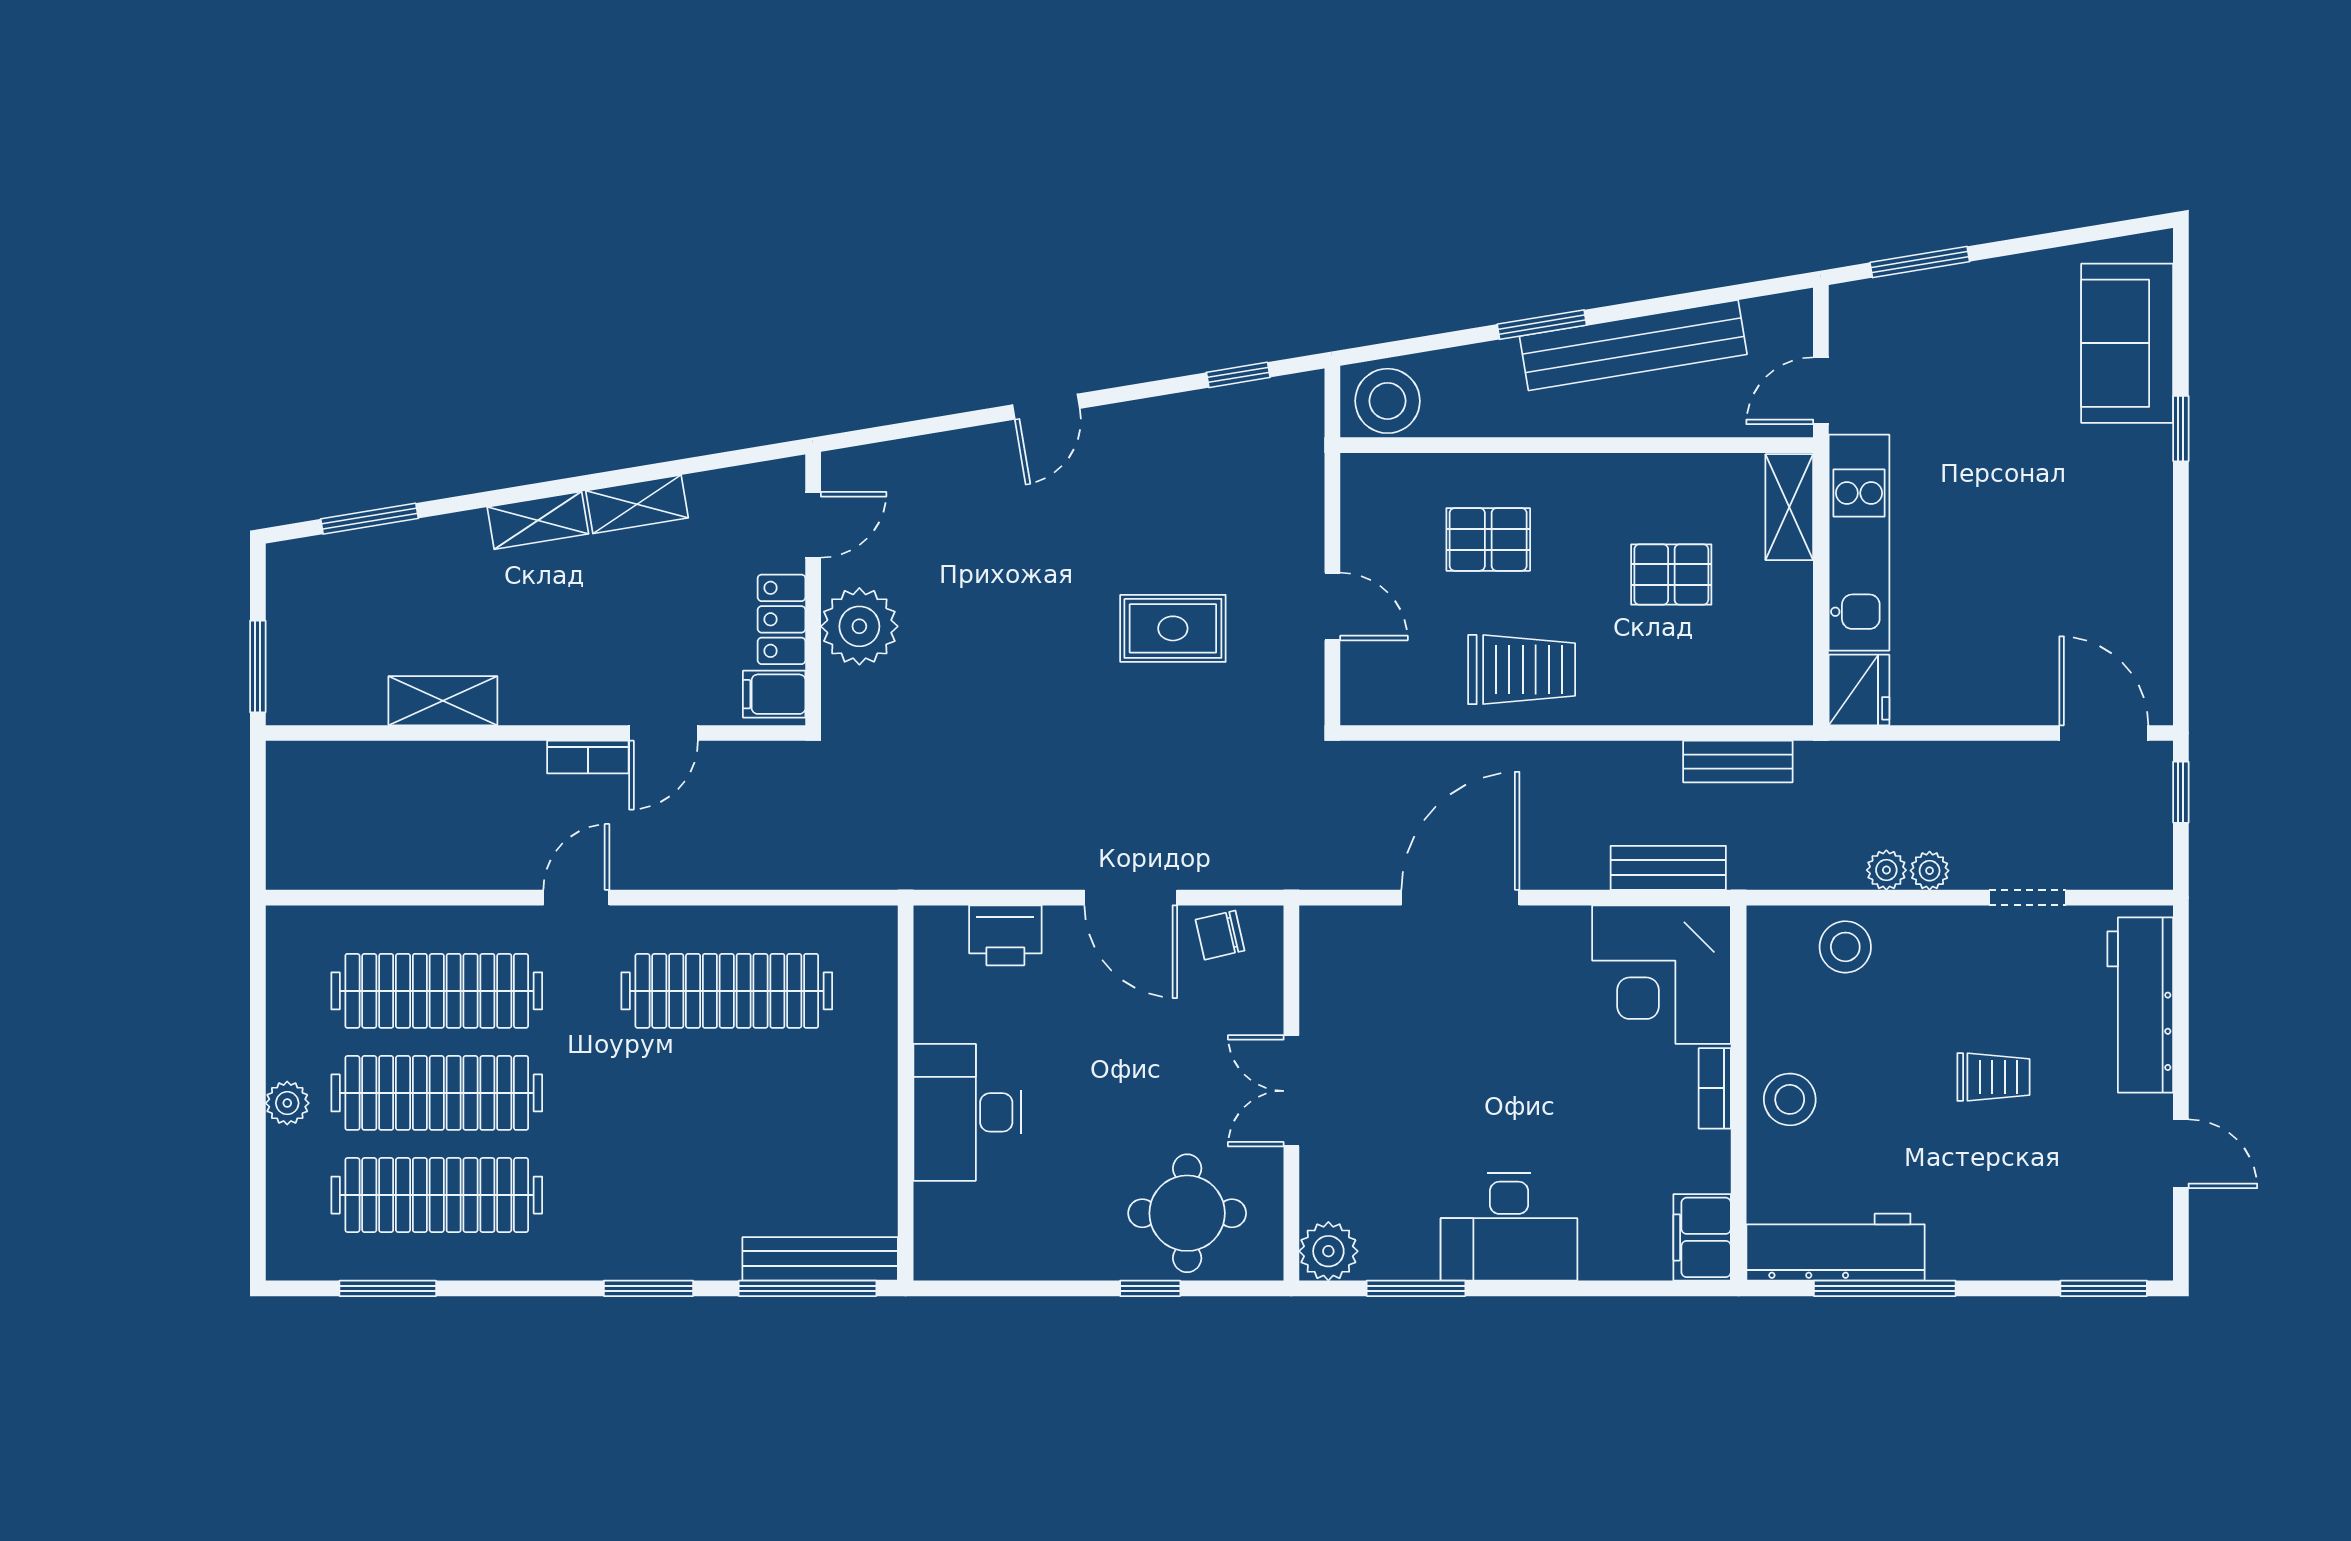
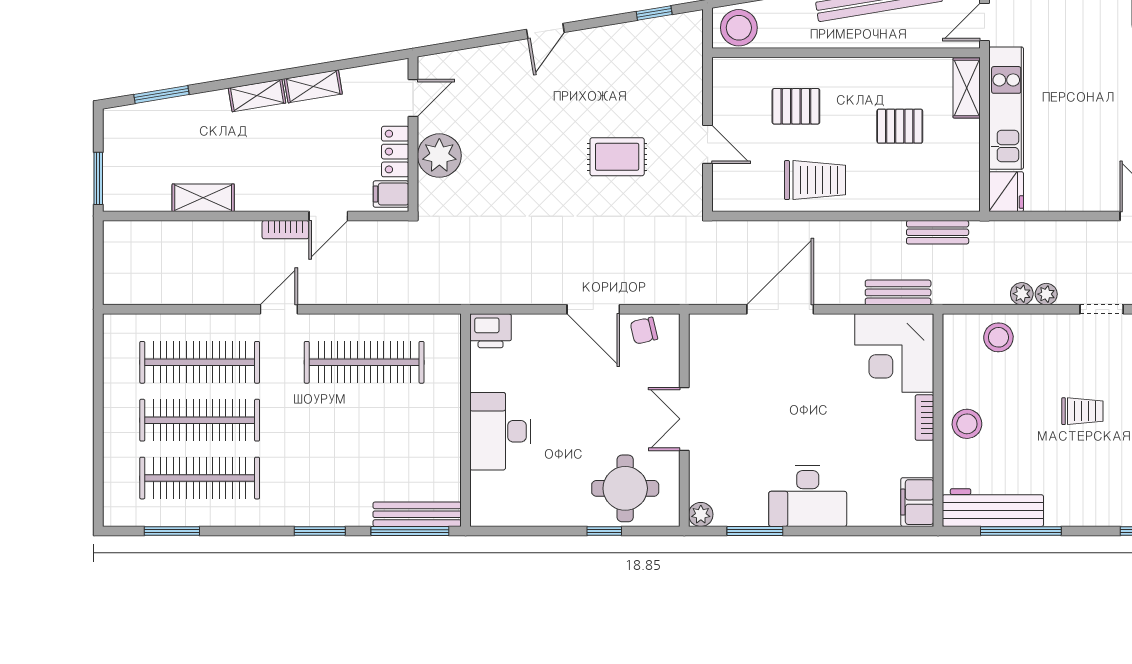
printer: (1005, 935) -> (491, 331), moved
plant: (287, 1103) -> (115, 426), removed
plant: (1328, 1251) -> (701, 514), width x0.73, depth x0.73

